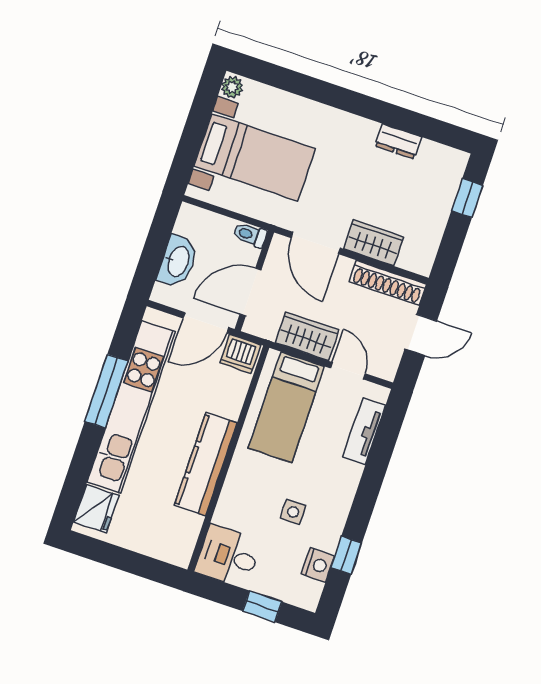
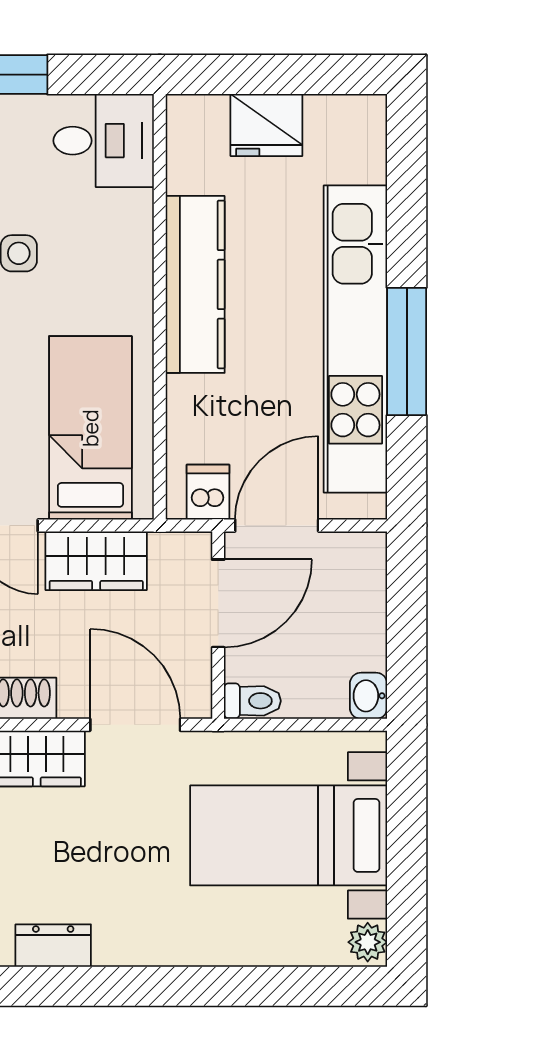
washbasin: (178, 261) -> (369, 696), moved, width x0.52, depth x0.69
dishwasher: (240, 354) -> (208, 492), width x0.73
fridge: (96, 509) -> (266, 125), moved, turned -90

